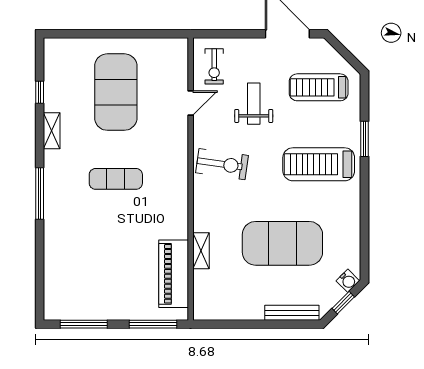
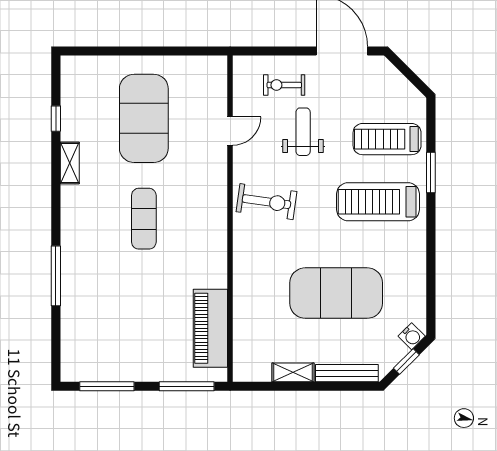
exercise bike: (214, 66) -> (284, 85), moved, turned 90
treadmill: (319, 87) -> (387, 139), moved
exercise mat: (116, 179) -> (144, 219), turned 90
window: (40, 194) -> (56, 276), moved
shelving: (201, 251) -> (293, 372), moved, turned 90

